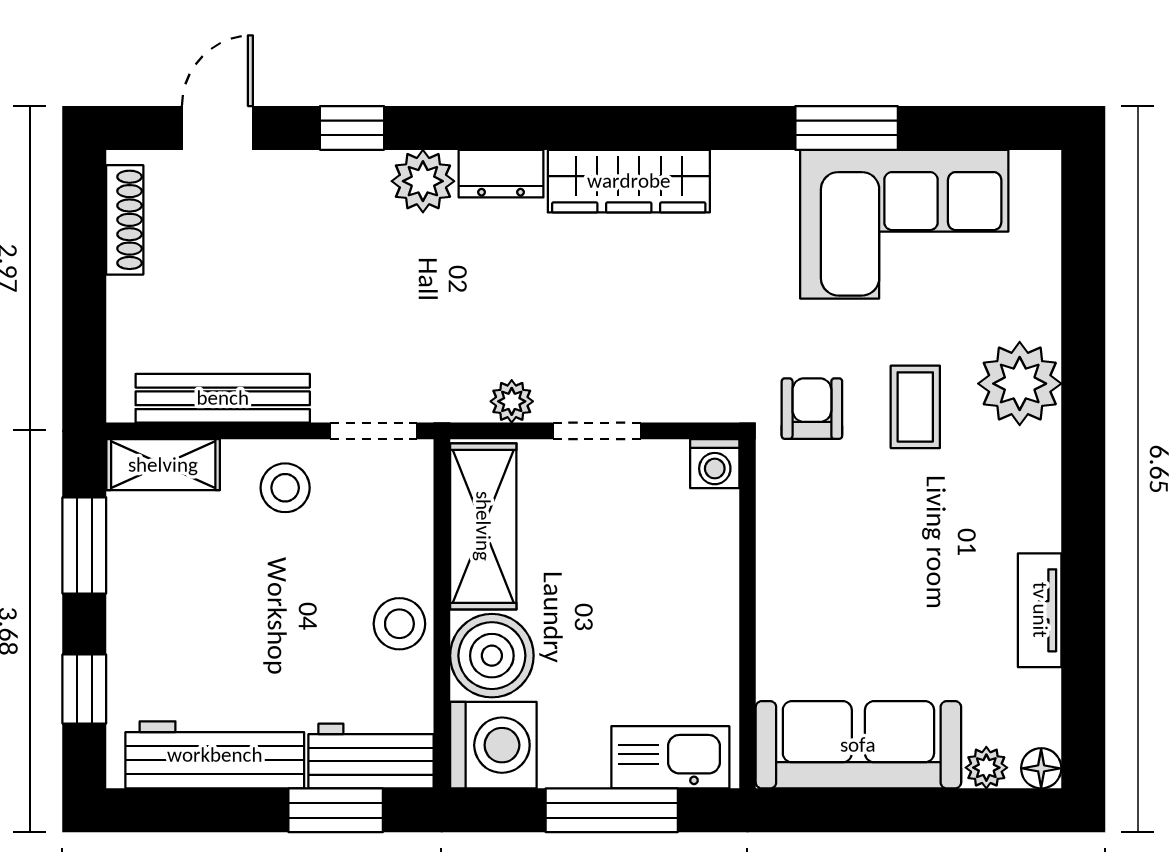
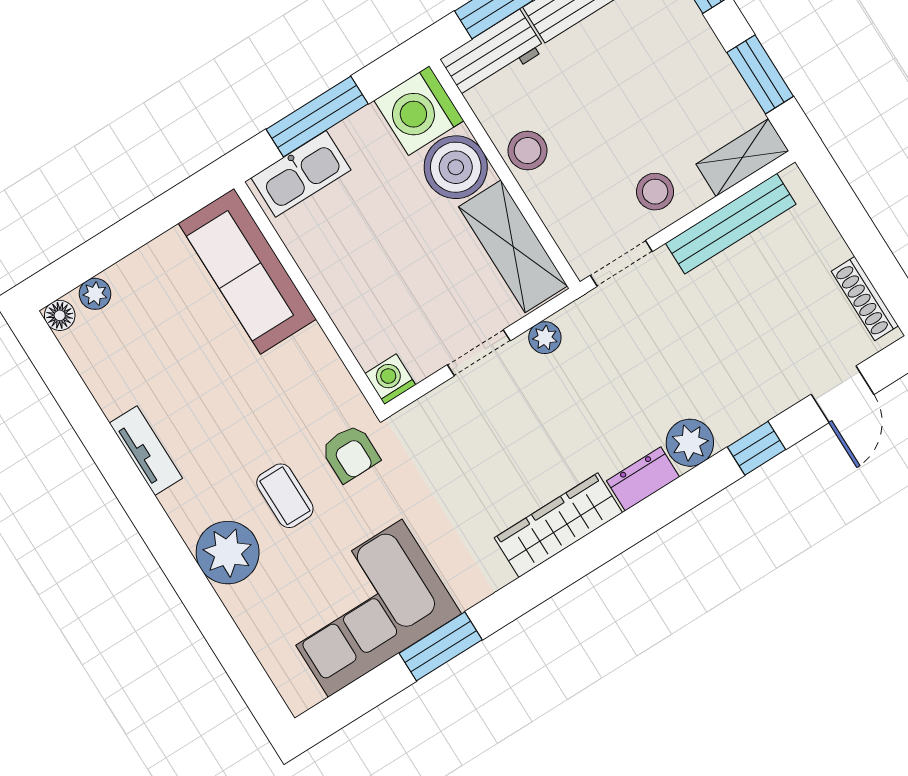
tv unit: (1040, 610) -> (146, 451), moved
sofa: (858, 745) -> (247, 271), moved, turned 90

